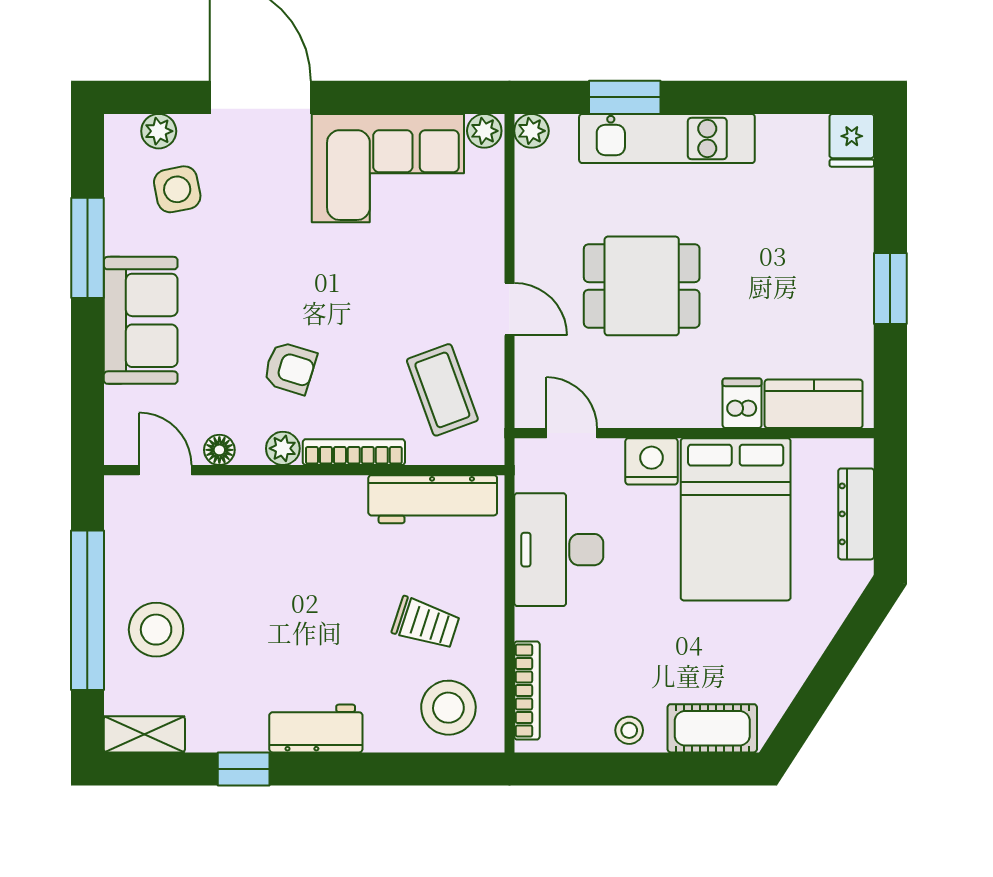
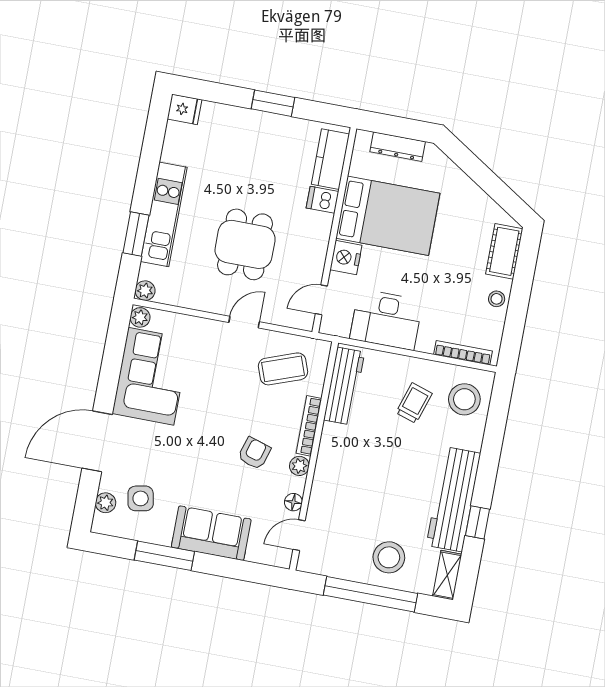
workbench: (316, 728) -> (453, 499), width x1.88, depth x1.32

